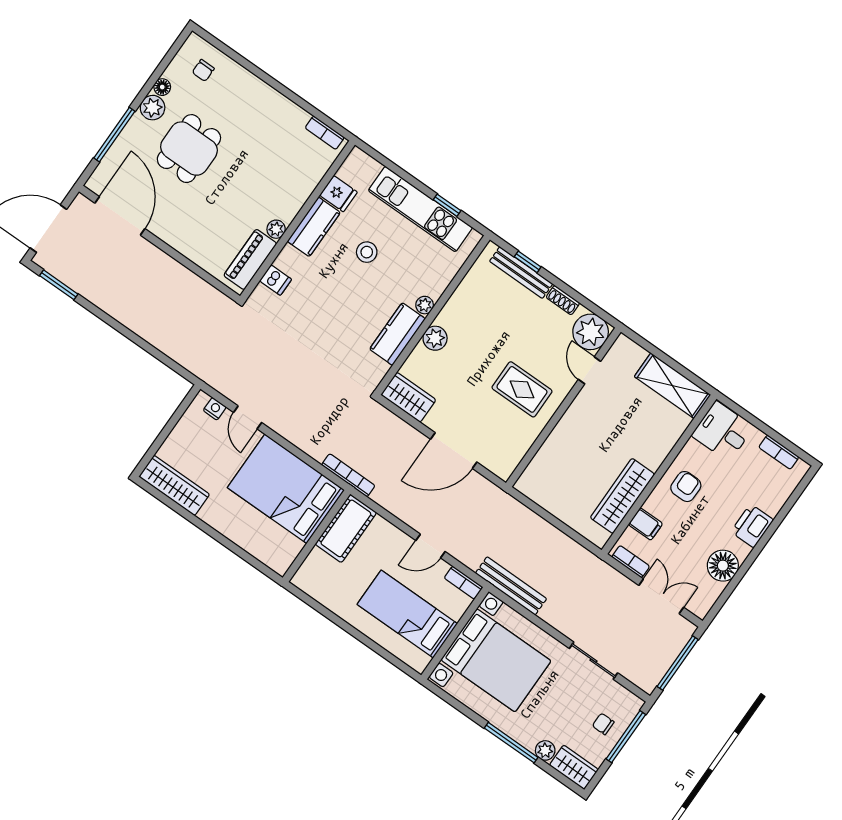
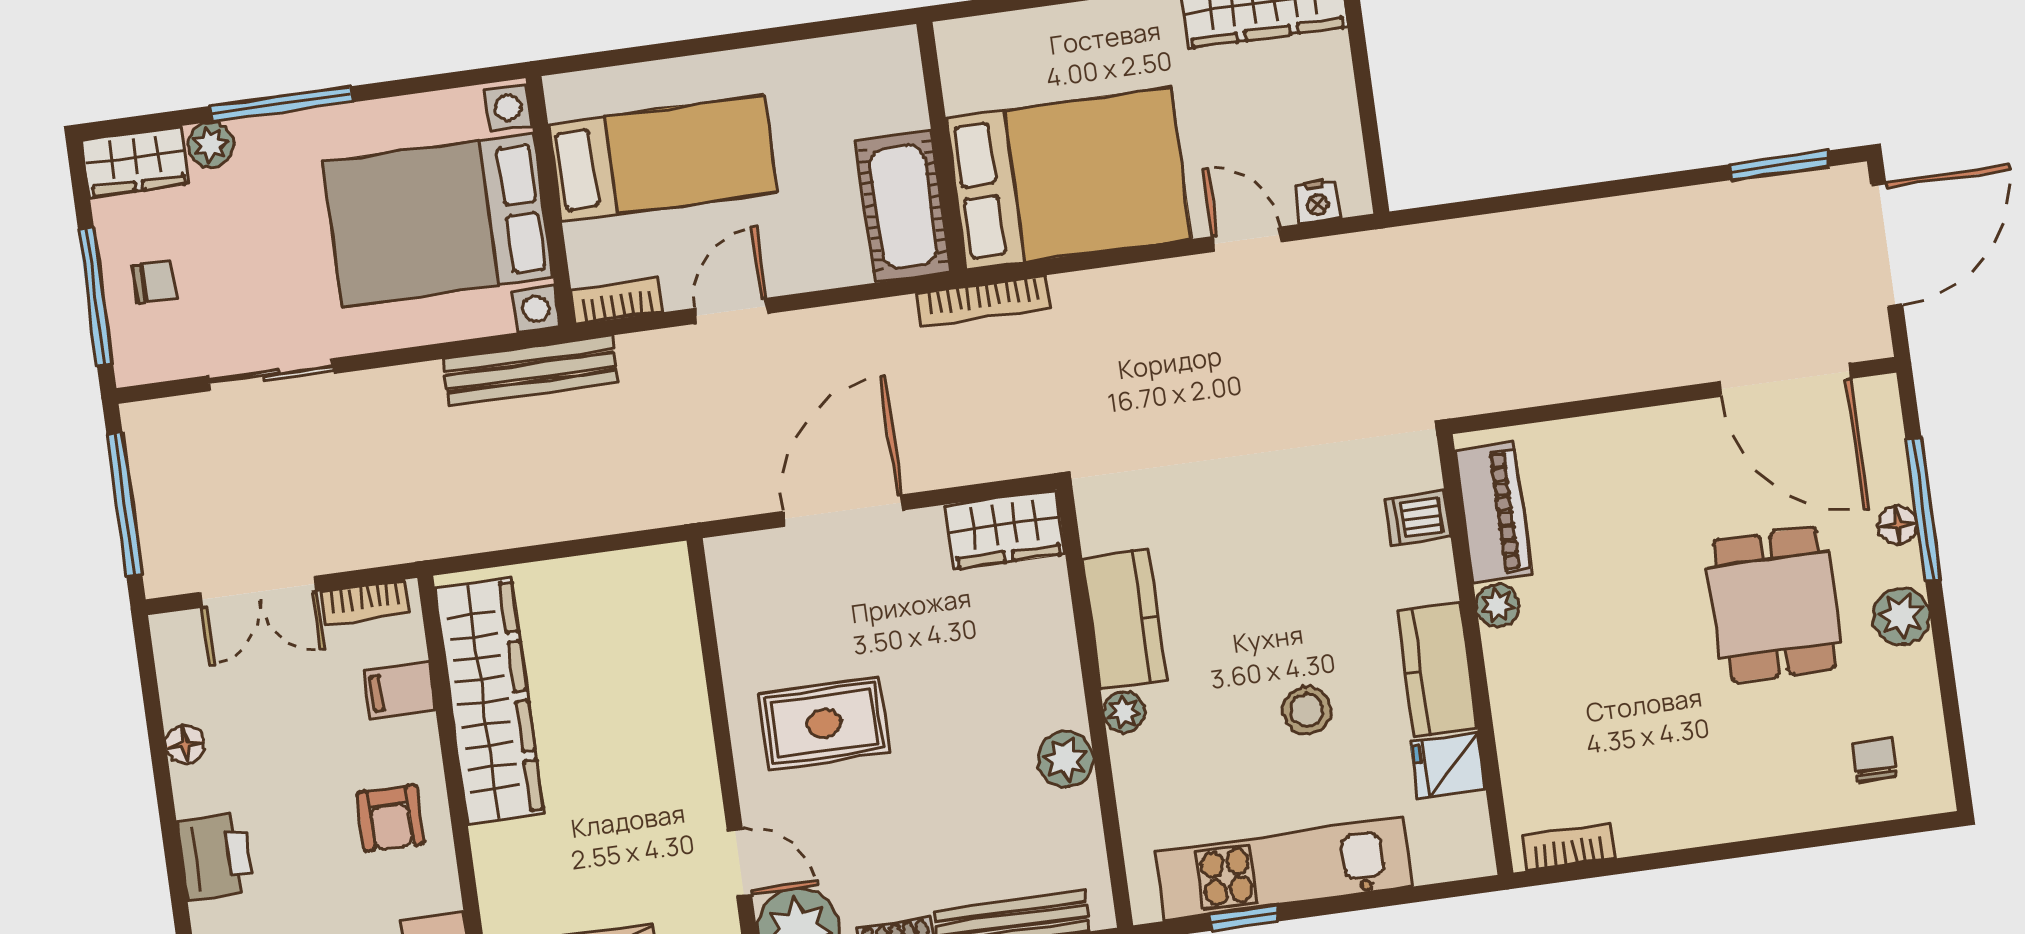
floor lamp: (162, 87) -> (1898, 525), moved
plant: (435, 338) -> (1066, 759), moved
wardrobe: (622, 496) -> (489, 701), width x1.40, depth x1.17
floor lamp: (723, 566) -> (185, 744), width x0.53, depth x0.53

